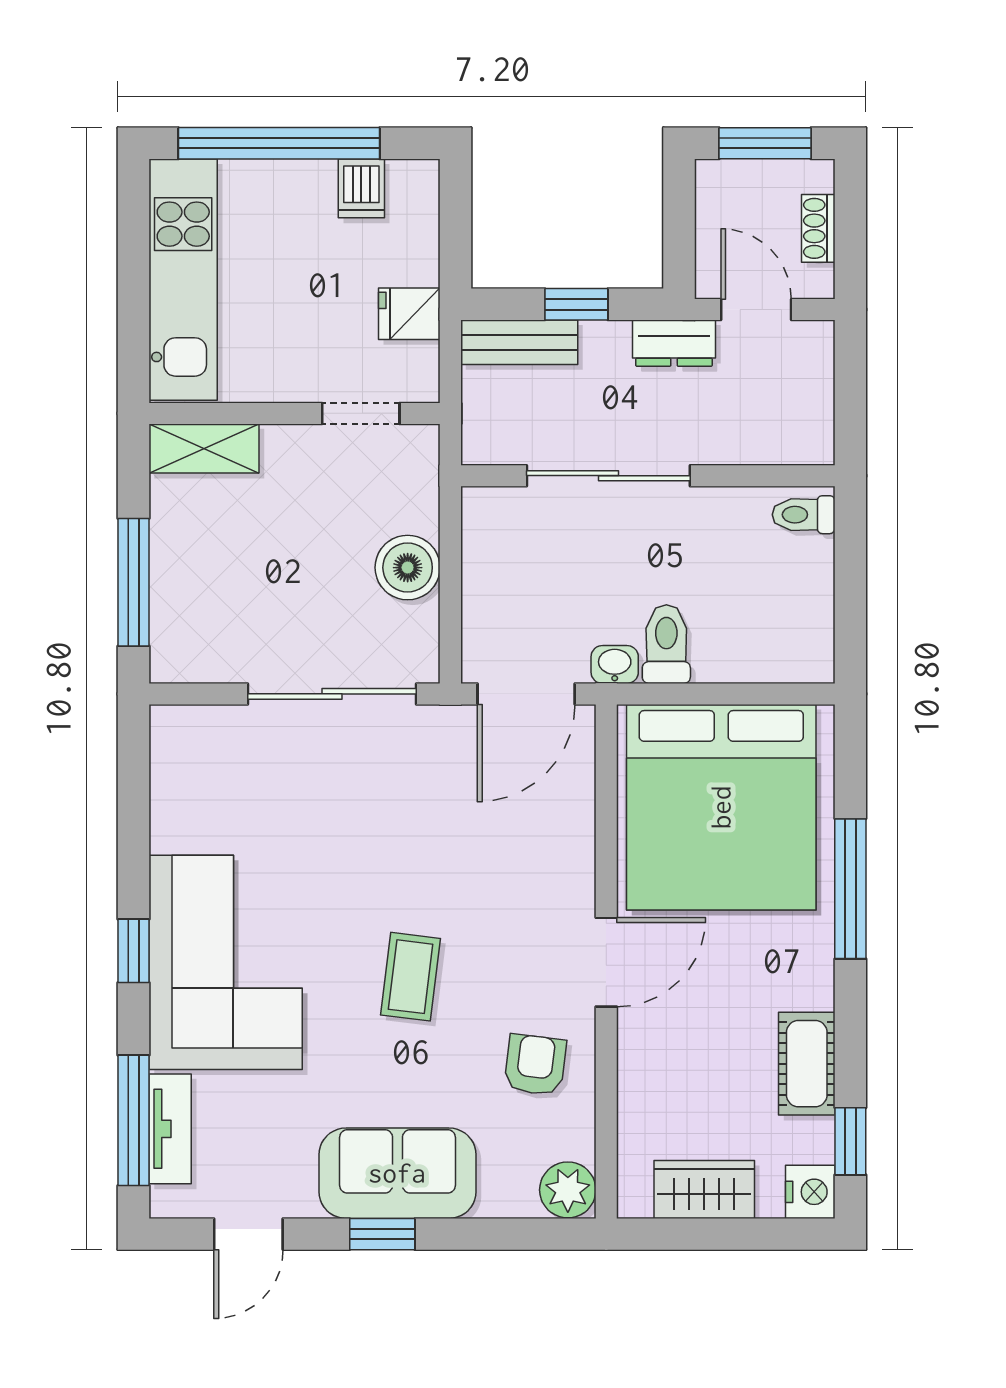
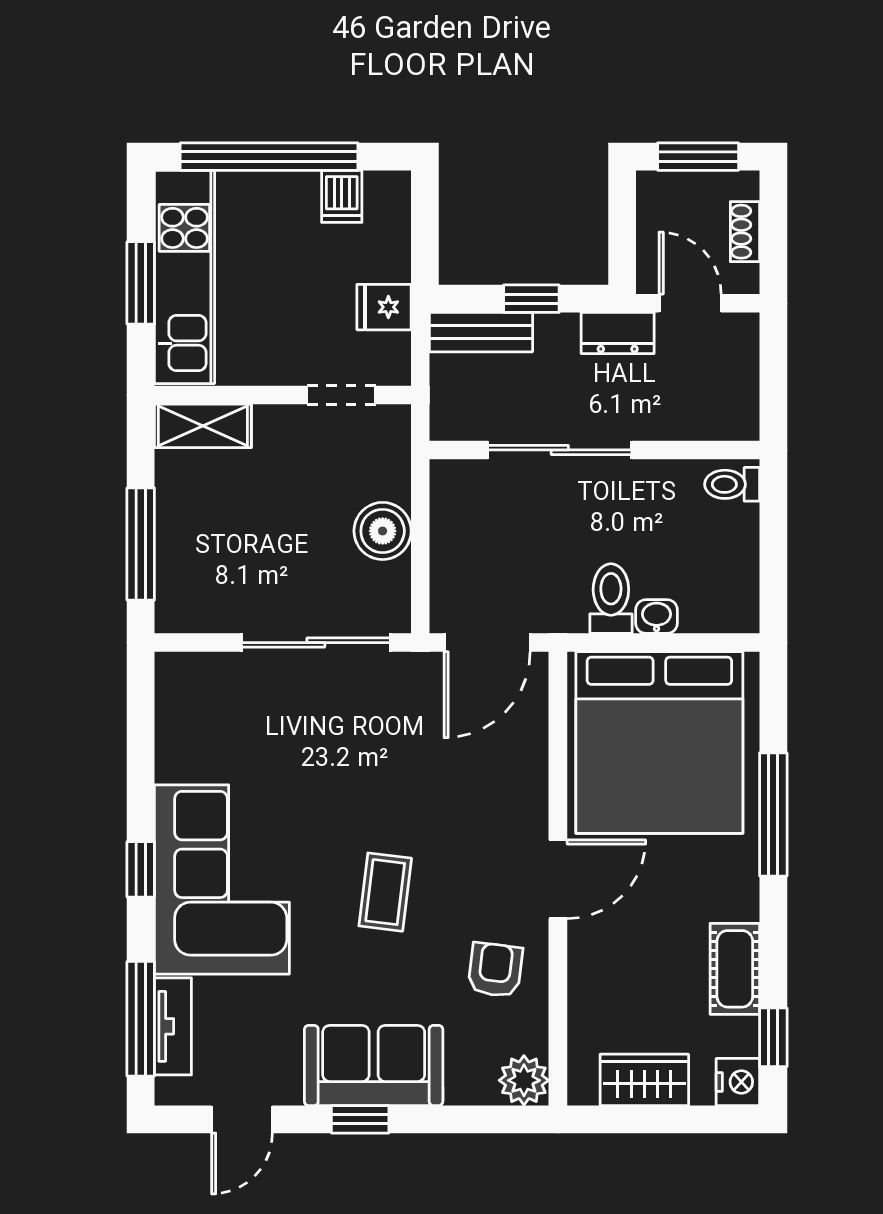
window: (134, 286) -> (141, 283), added
washbasin: (615, 664) -> (657, 617), moved

